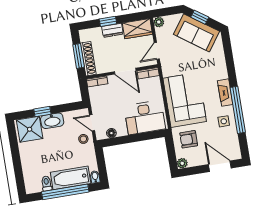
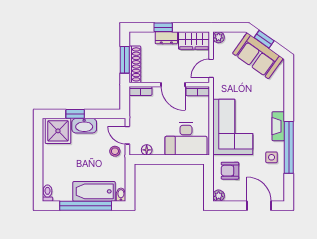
toilet: (47, 183) -> (48, 193), moved

